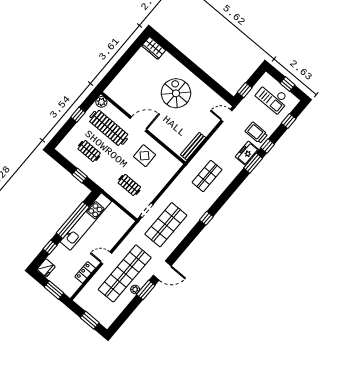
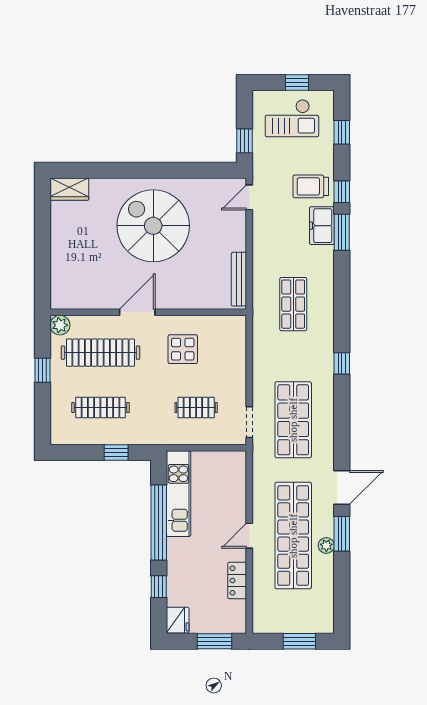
spiral stairs: (176, 93) -> (153, 226), width x1.37, depth x1.37
clothes rail: (89, 151) -> (100, 407), width x1.36
kitchen unit: (86, 222) -> (178, 494), width x0.73

